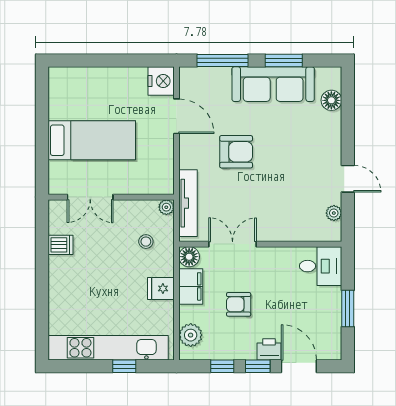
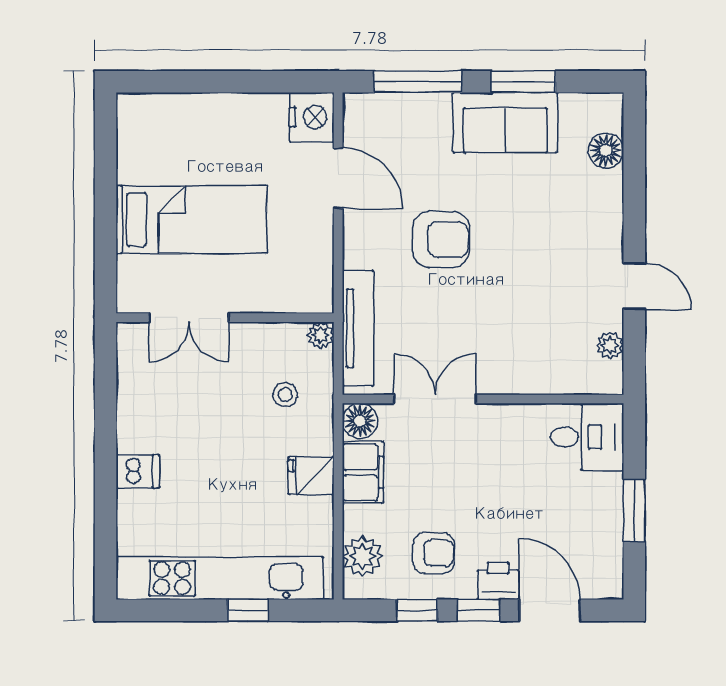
sofa: (273, 84) -> (505, 122), width x0.73
dishwasher: (61, 245) -> (138, 471), moved
armchair: (239, 304) -> (434, 553), moved, turned 180

